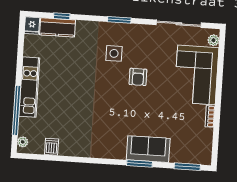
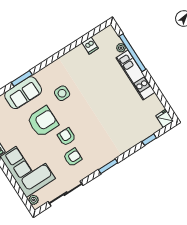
kitchen counter: (58, 27) -> (146, 130), removed
side table: (114, 53) -> (62, 93), moved
armchair: (147, 53) -> (73, 157), added
armchair: (150, 108) -> (43, 122), added
plant: (23, 142) -> (121, 48), moved

